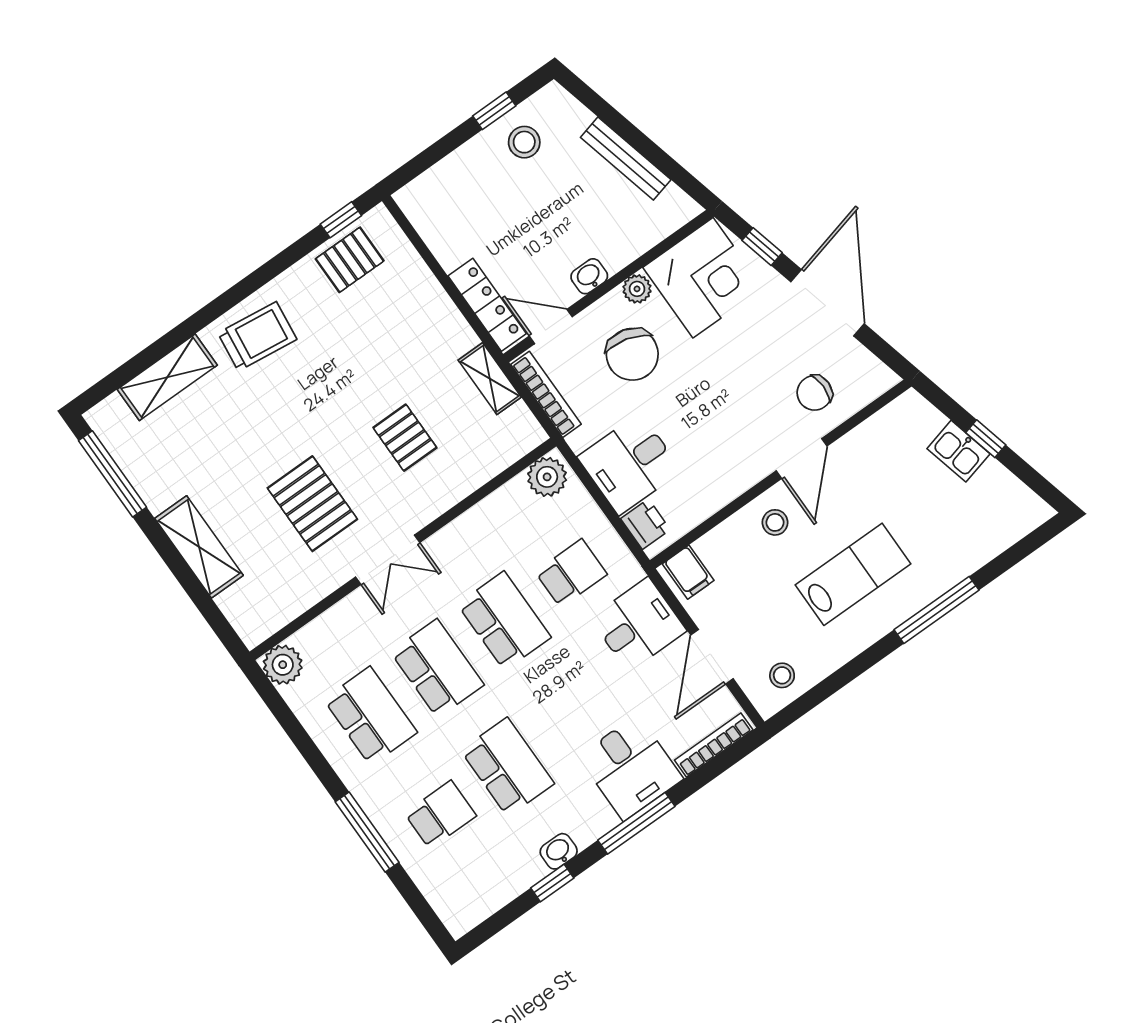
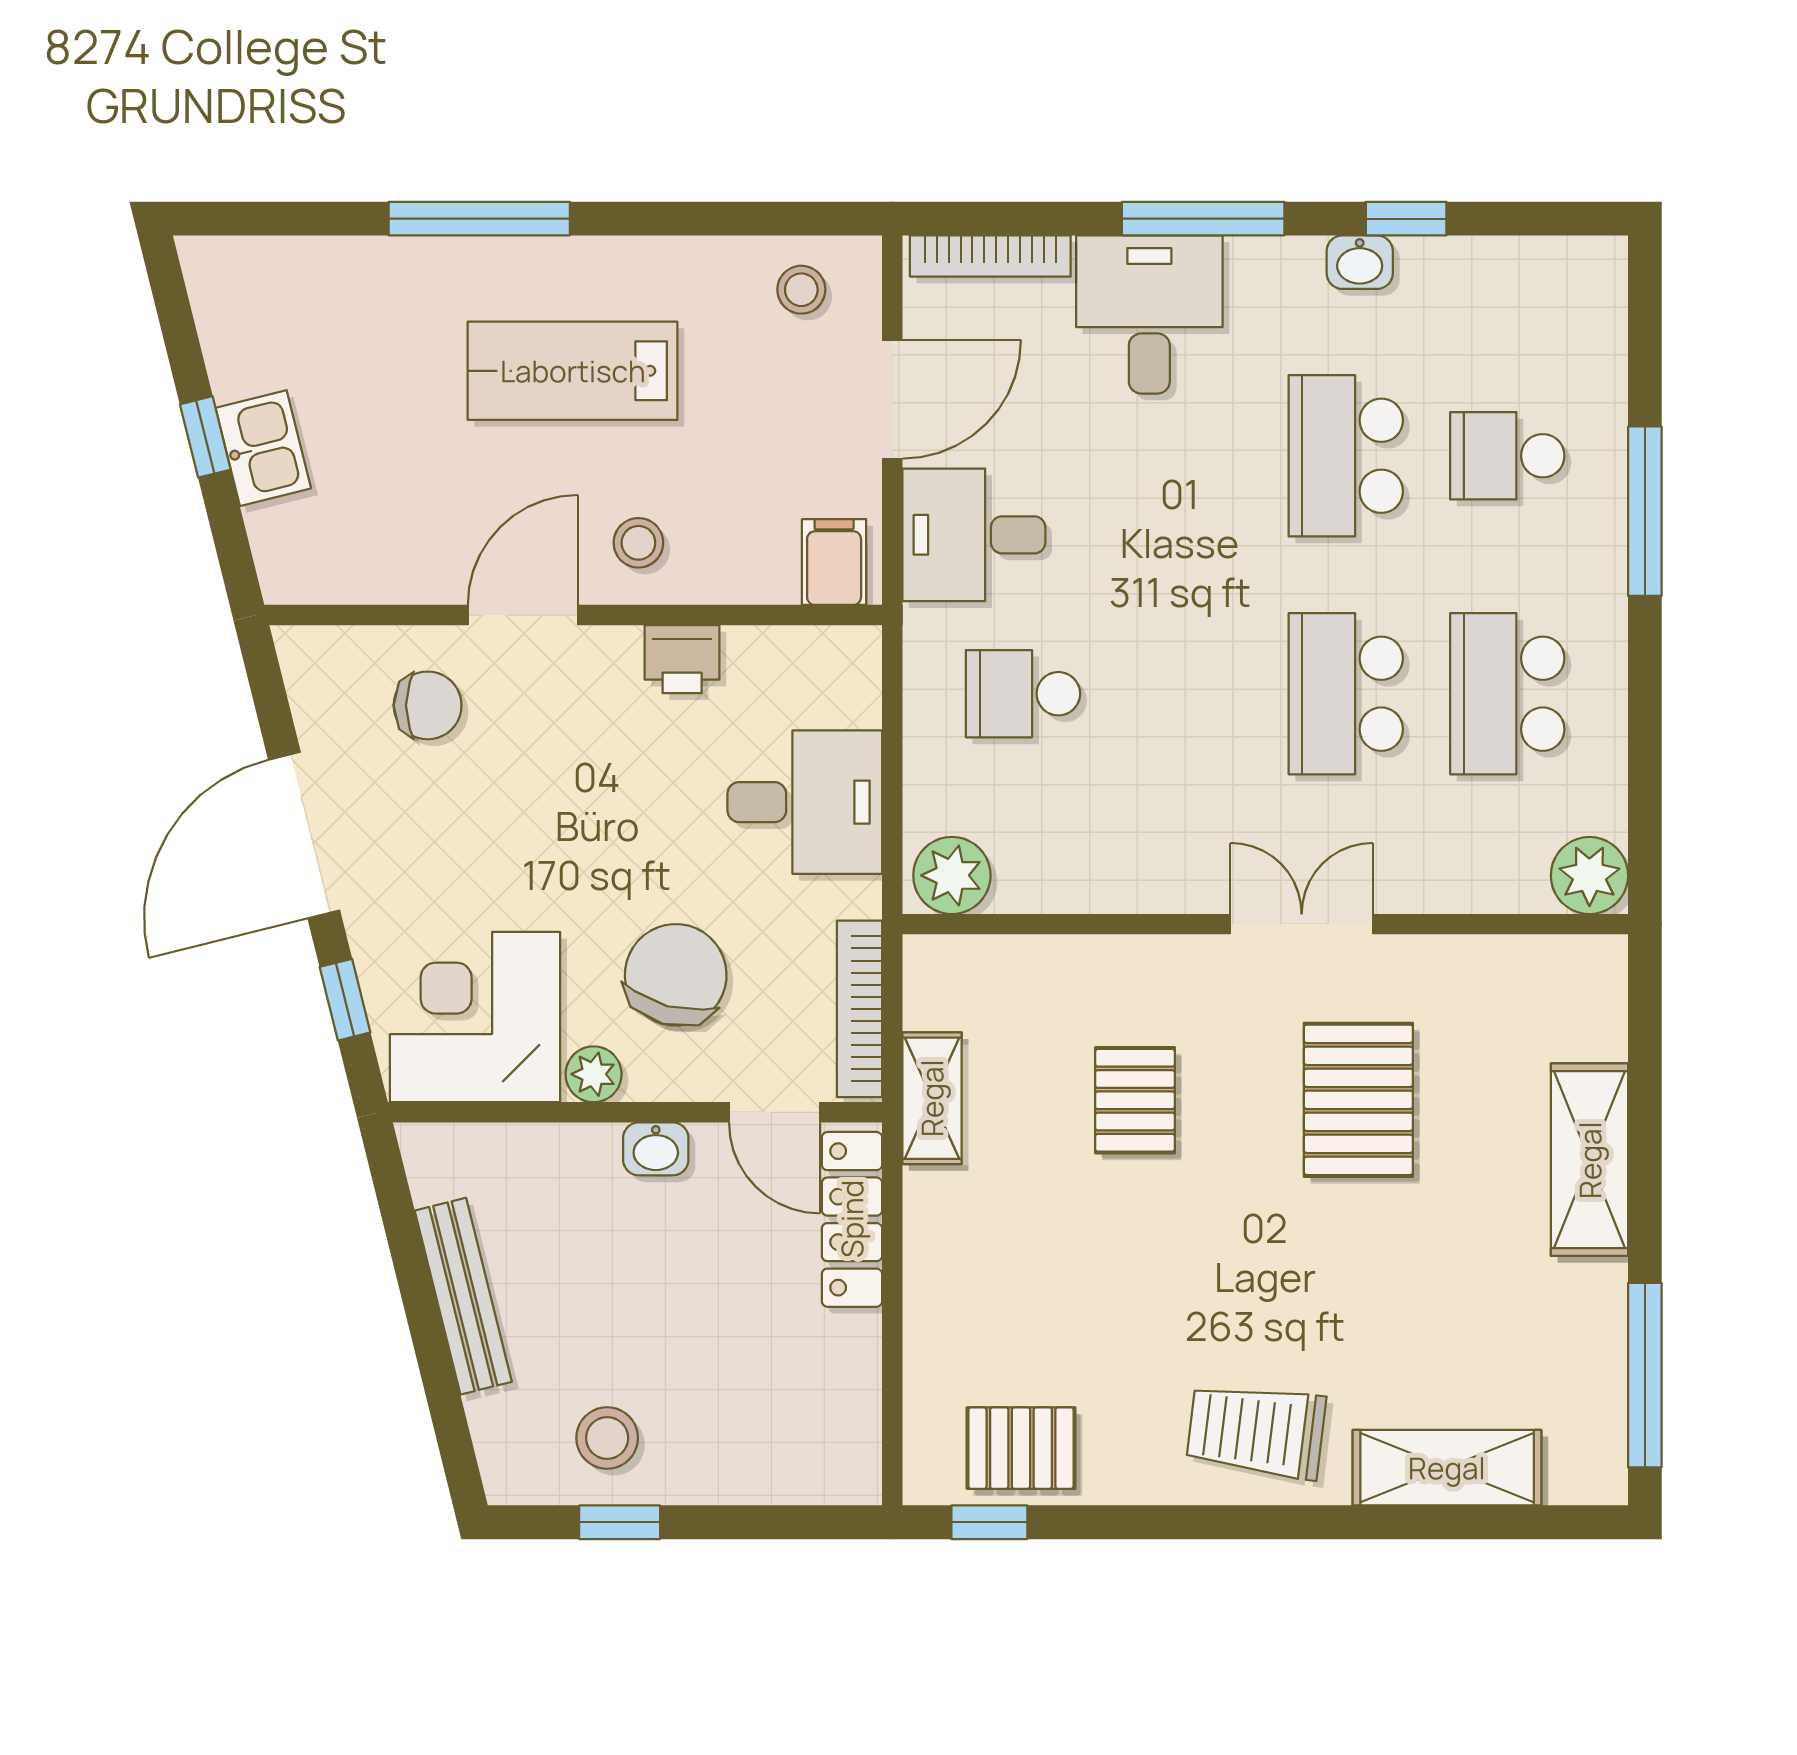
printer: (645, 524) -> (682, 659), moved, turned -90
school desk: (504, 621) -> (1184, 694), removed

